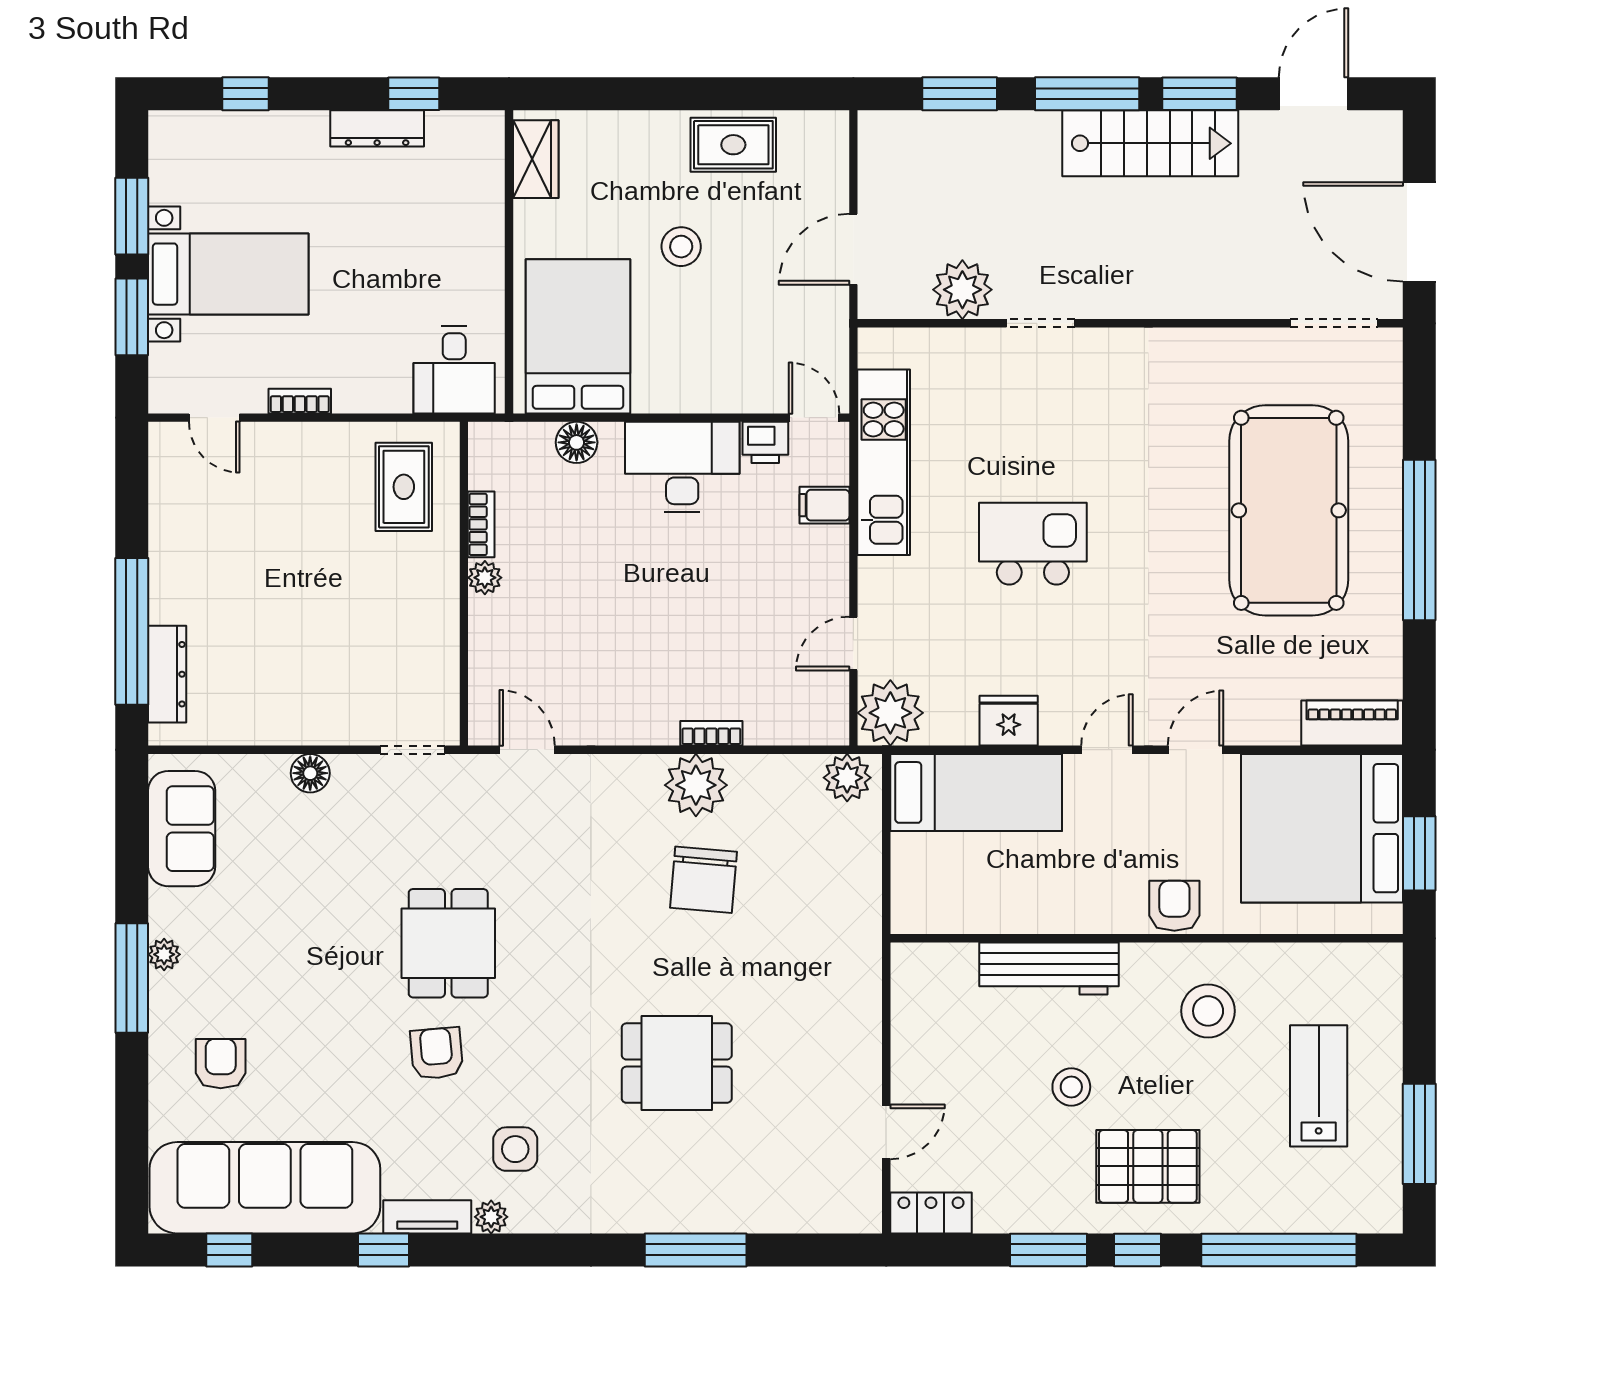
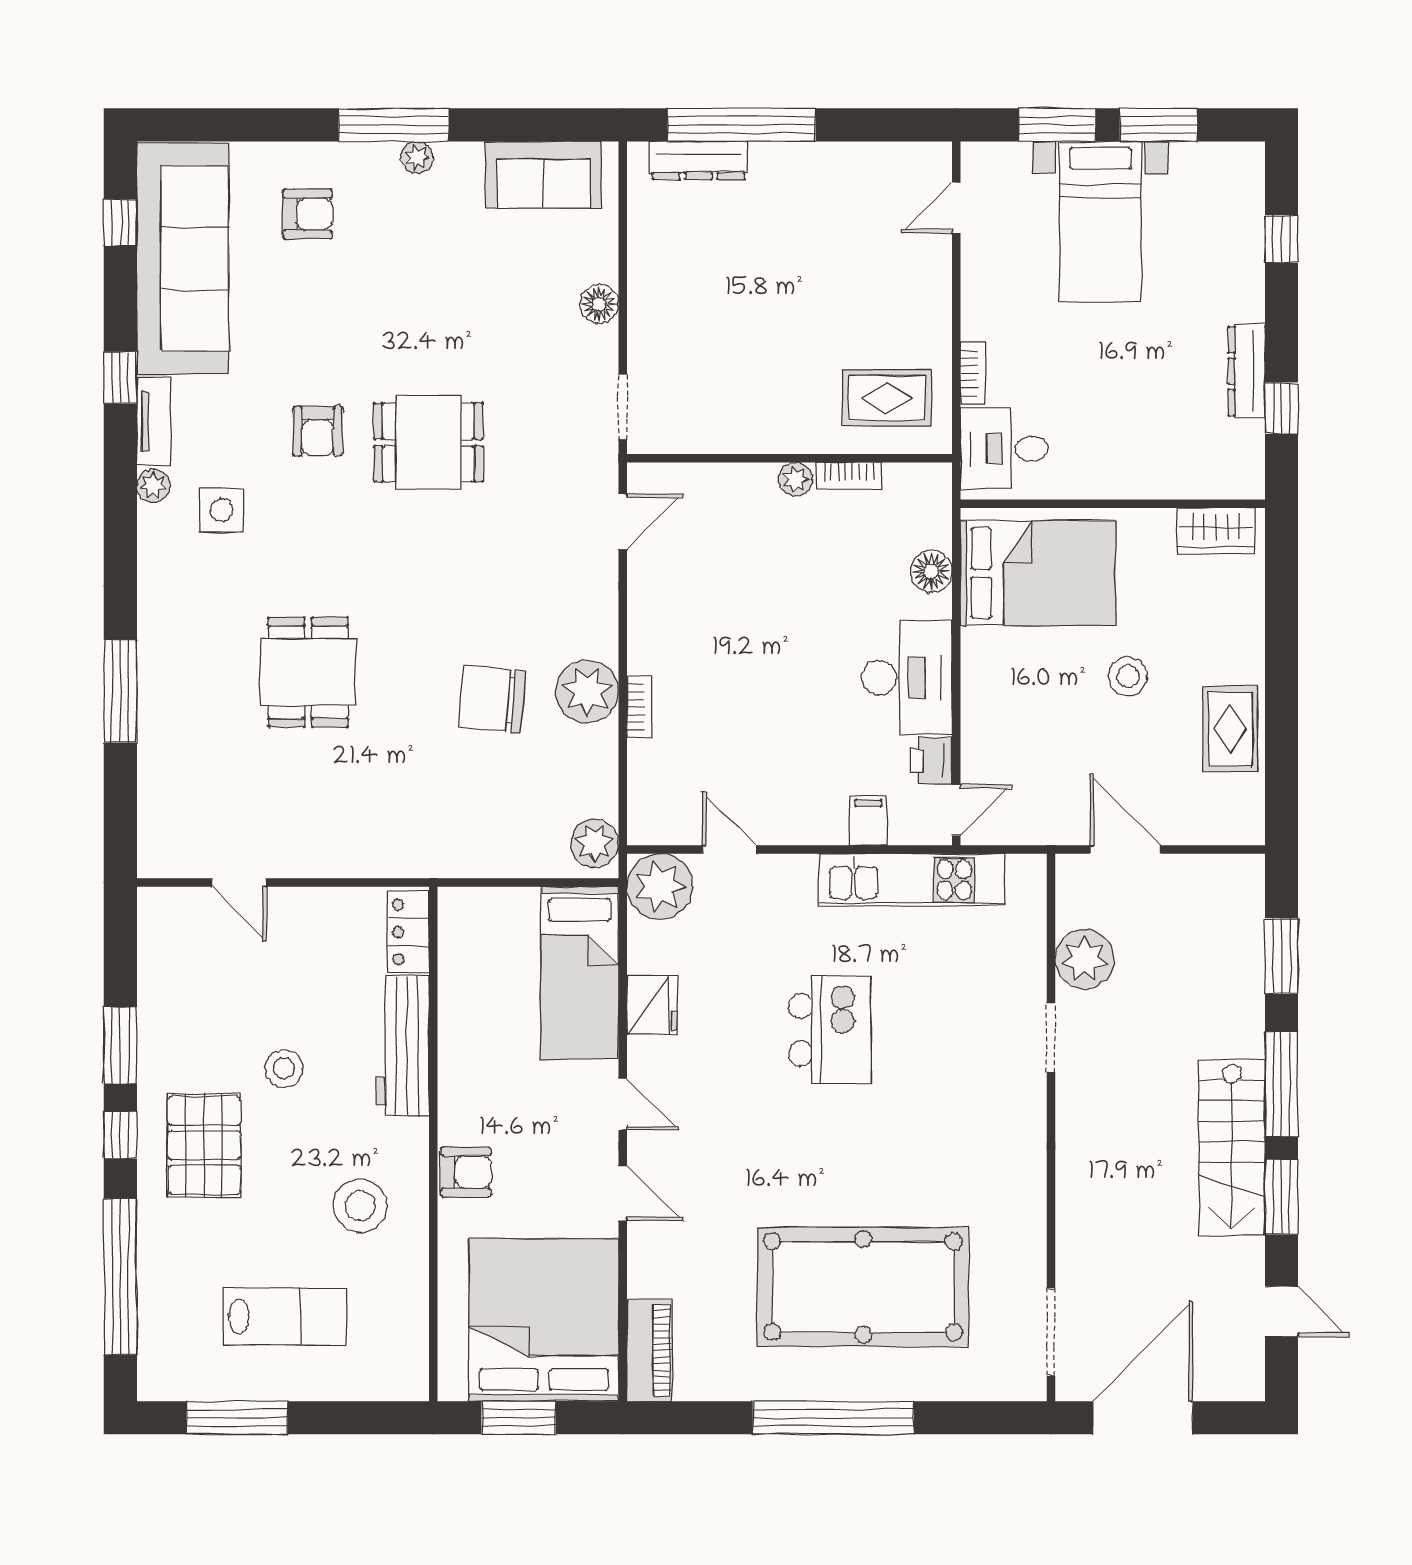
door: (1314, 94) -> (1281, 1312), width x0.73
bookcase: (300, 401) -> (973, 373), moved
armchair: (437, 1053) -> (318, 431), turned 95
locker: (931, 1213) -> (409, 932), moved, turned 180

